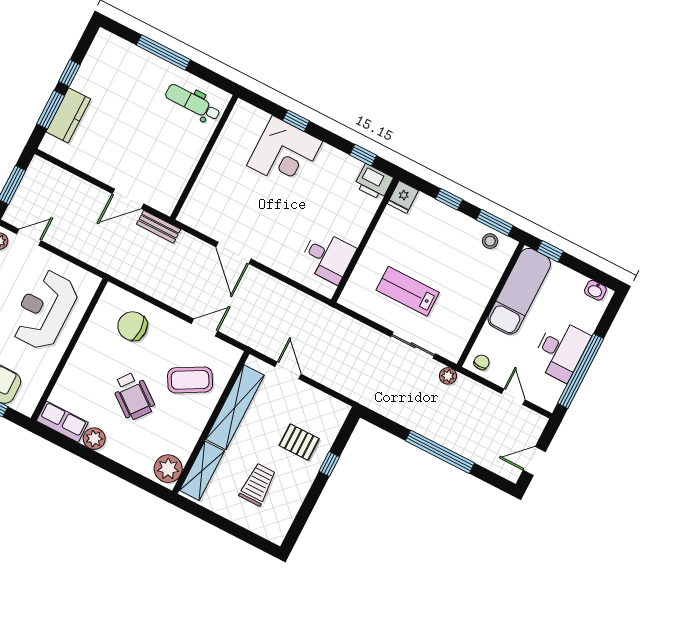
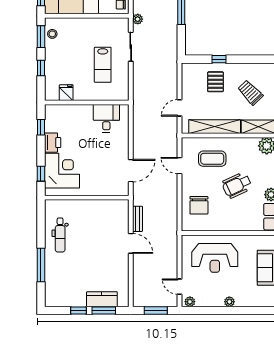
wall: (204, 157) -> (87, 198), moved
printer: (374, 182) -> (53, 143), moved
fridge: (403, 197) -> (66, 93), moved, turned -90
coffee table: (190, 380) -> (212, 159), turned -61
wheelchair: (133, 396) -> (237, 185), turned -153
trolley: (258, 485) -> (250, 92), turned 46

